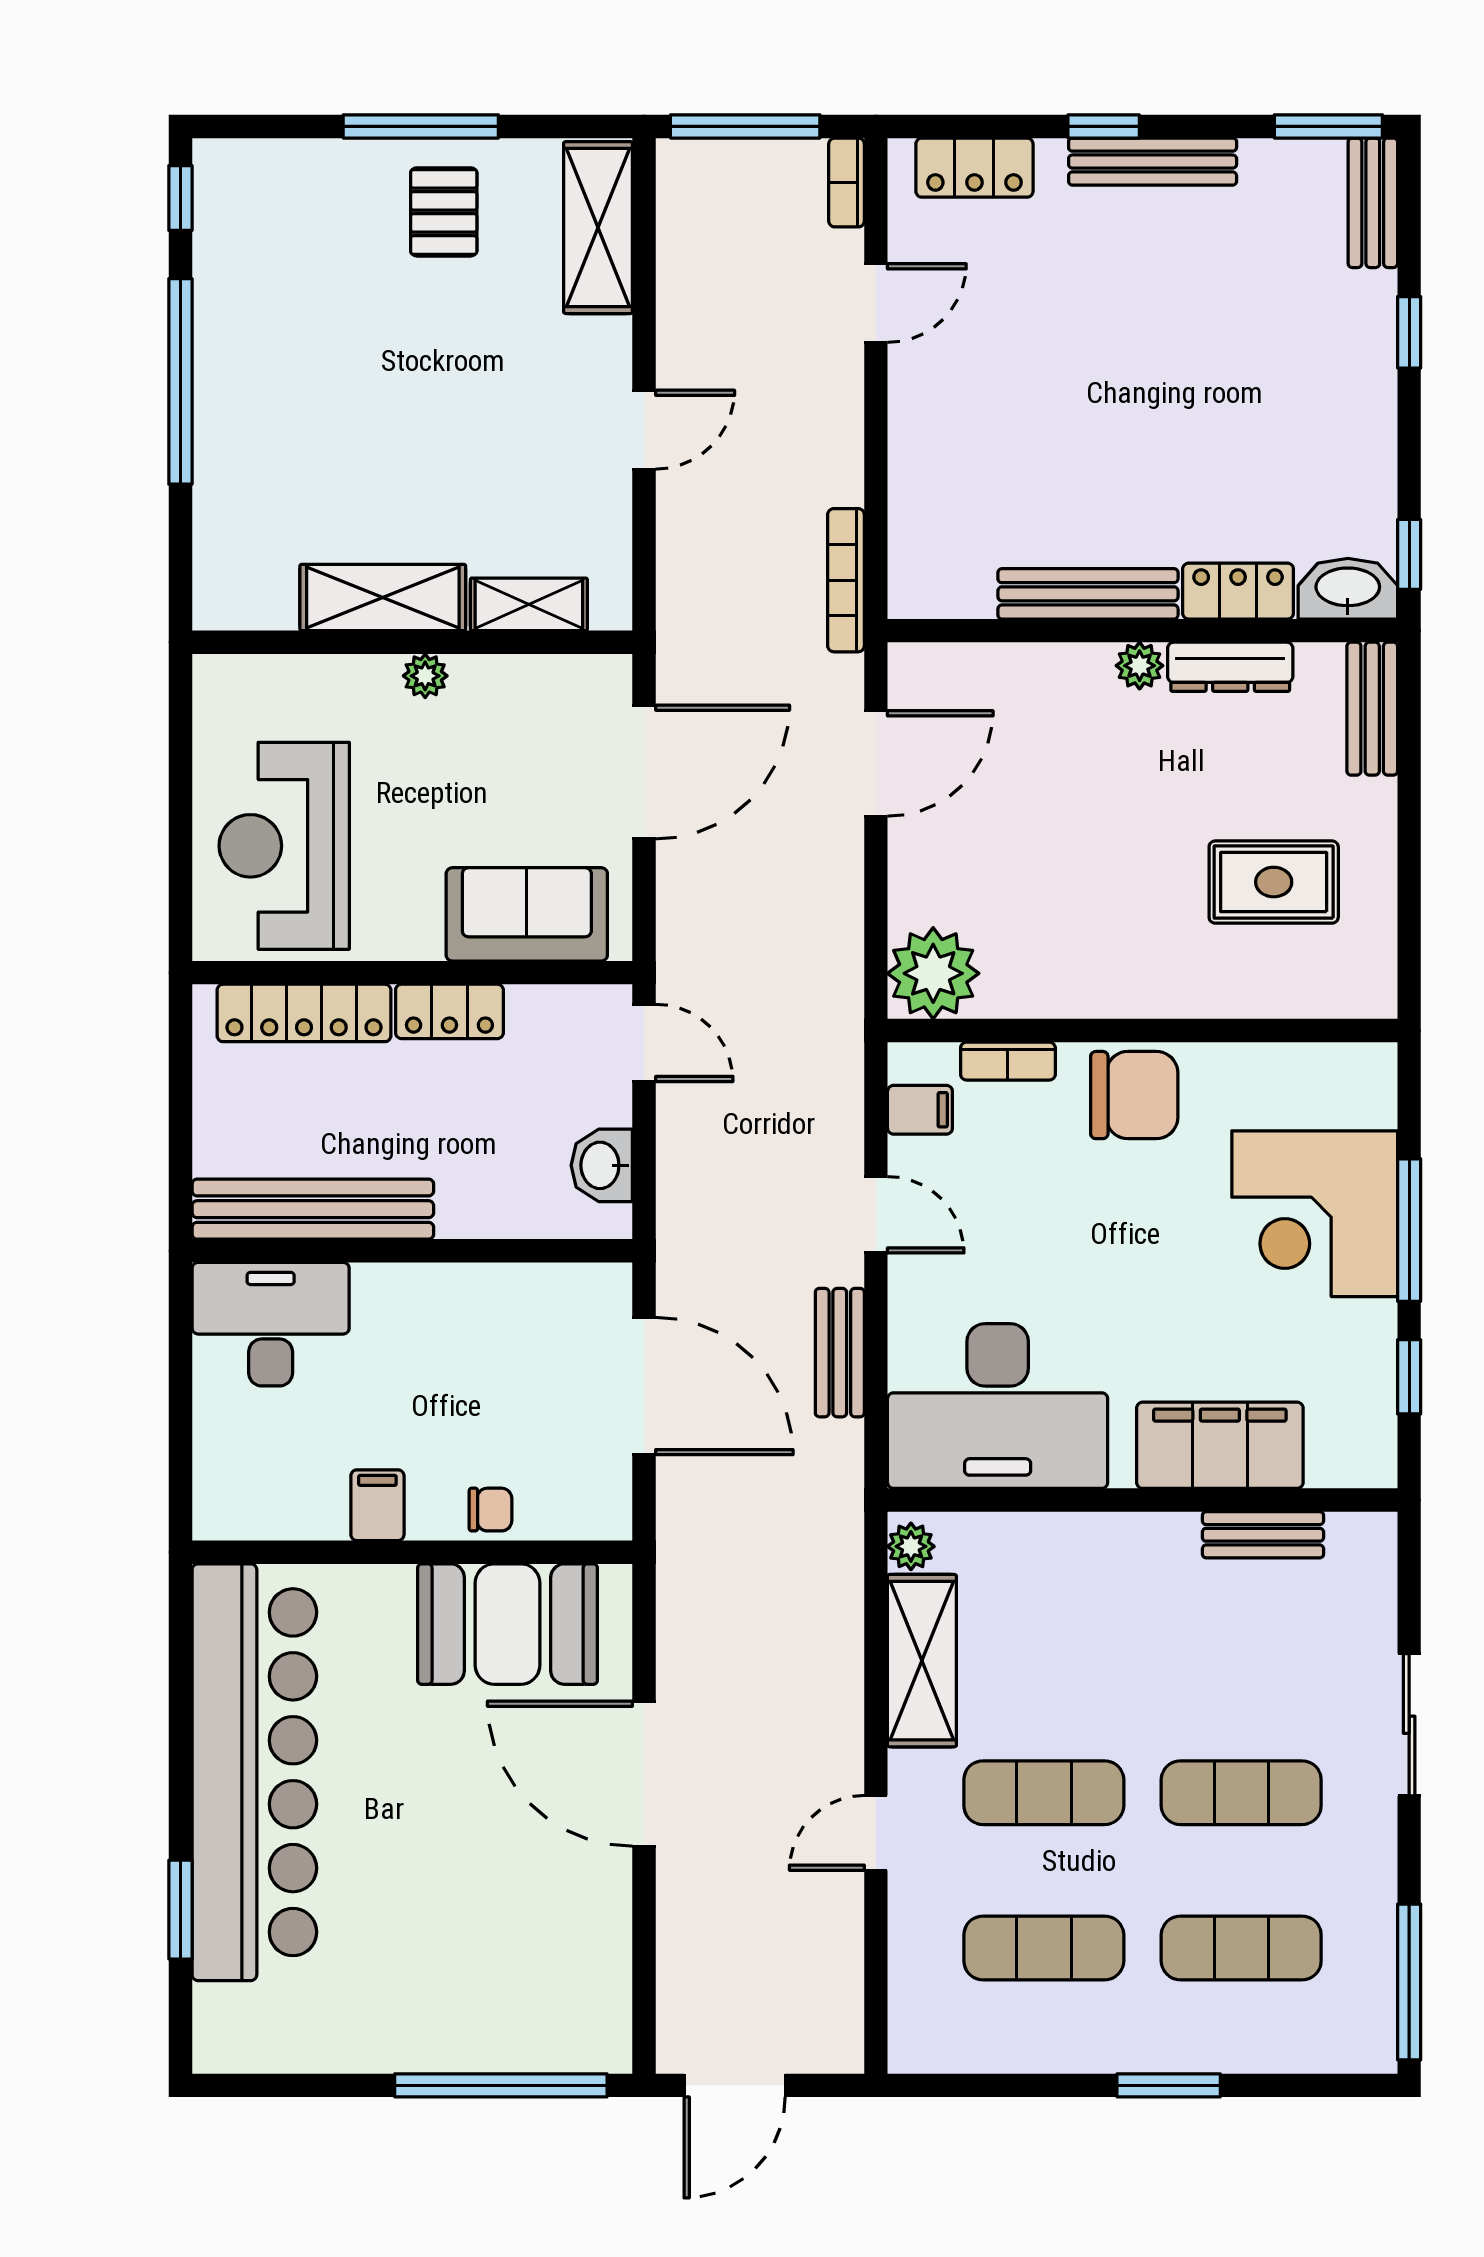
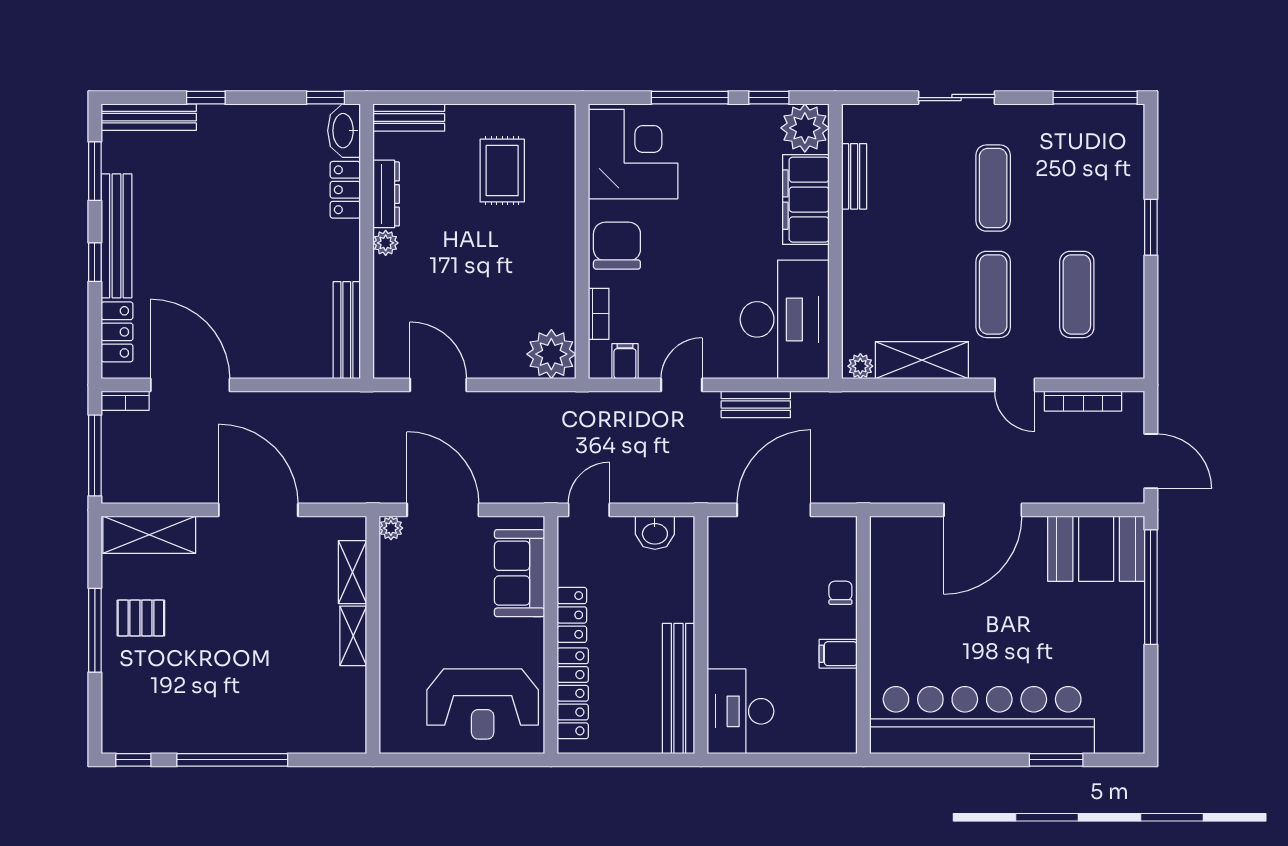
window: (1328, 126) -> (95, 171), moved
bench: (1153, 162) -> (116, 236), width x1.37, depth x1.21
bench: (1373, 203) -> (149, 117), width x1.36
door: (876, 303) -> (190, 385), width x1.88
door: (644, 430) -> (258, 510), width x1.87
bookcase: (846, 580) -> (1083, 401), moved
bench: (1088, 594) -> (347, 330), moved
shelving: (383, 597) -> (353, 636), width x0.67, depth x0.75
plant: (425, 676) -> (391, 528), moved
corner desk: (1315, 1214) -> (633, 154), moved, turned -90
plant: (1353, 1444) -> (805, 128), added
booth: (508, 1624) -> (1096, 549), moved, turned 90
exercise mat: (1241, 1948) -> (1077, 188), removed

